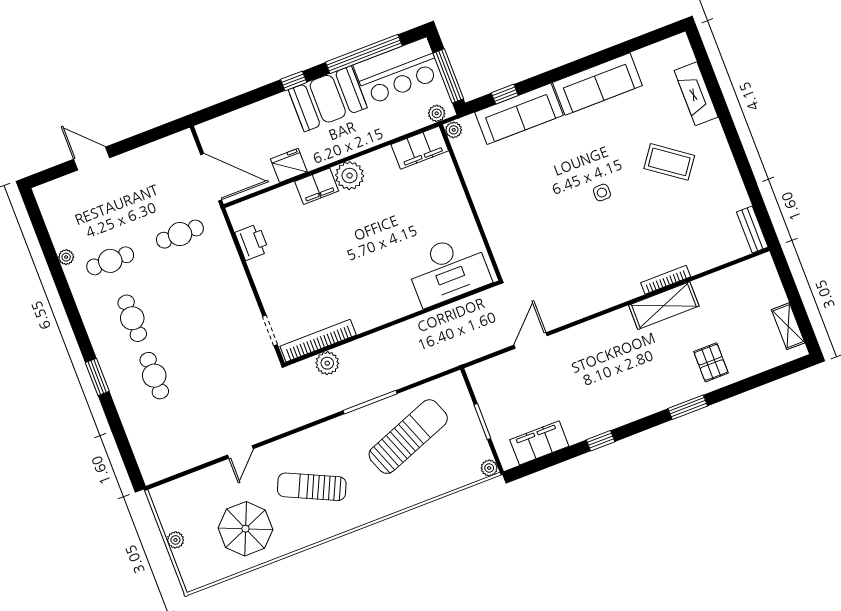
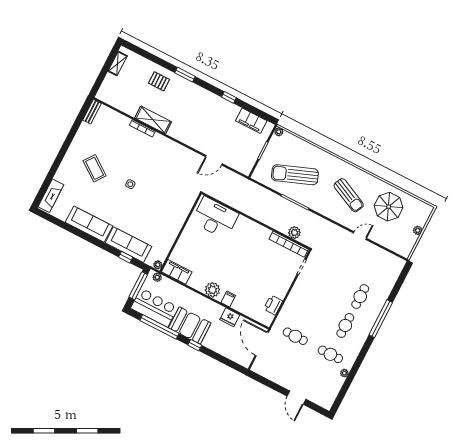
fireplace: (696, 94) -> (51, 196), moved
filing cabinet: (317, 186) -> (228, 299), width x0.50
pallet: (711, 362) -> (159, 81), turned 90
window: (97, 377) -> (381, 319), width x2.11

